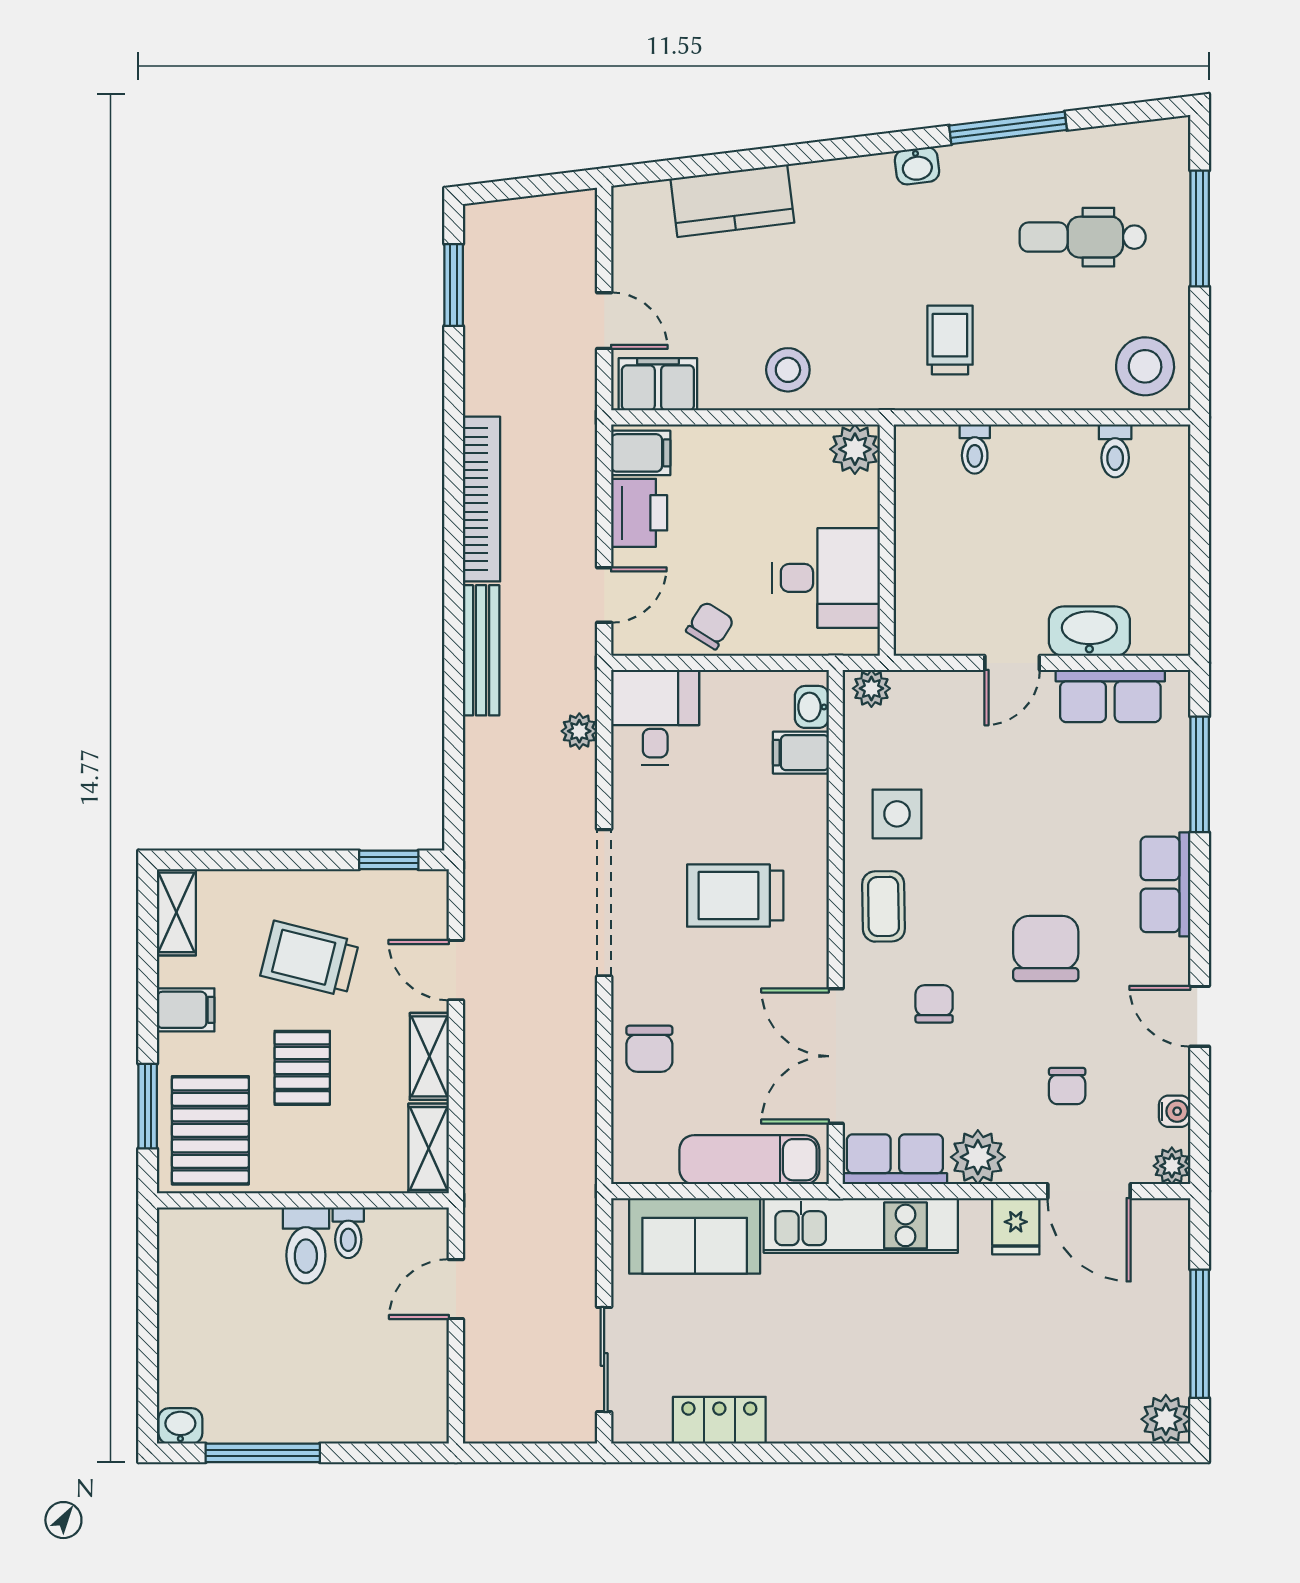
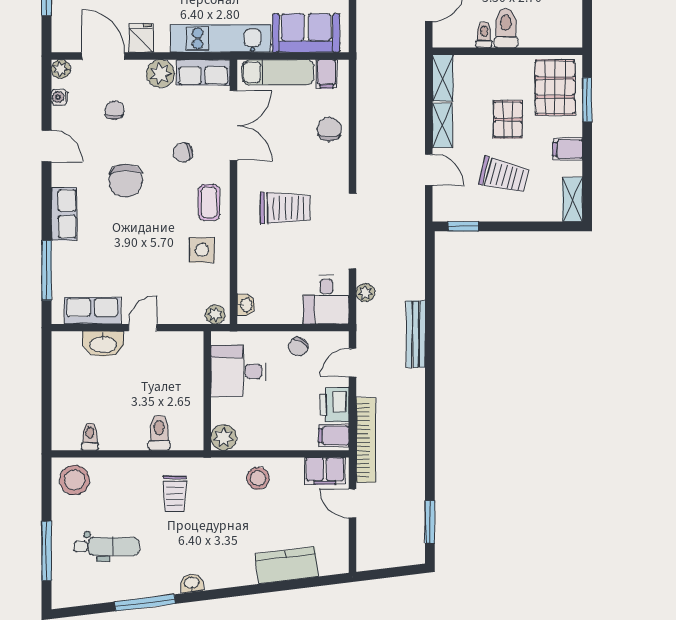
toilet: (975, 449) -> (159, 433), width x1.37, depth x1.39
bookcase: (481, 499) -> (366, 440), moved, turned 180
filing cabinet: (801, 753) -> (327, 74), moved, turned 90
doorway: (604, 903) -> (353, 231), moved
chair: (934, 1004) -> (183, 152), turned 76

